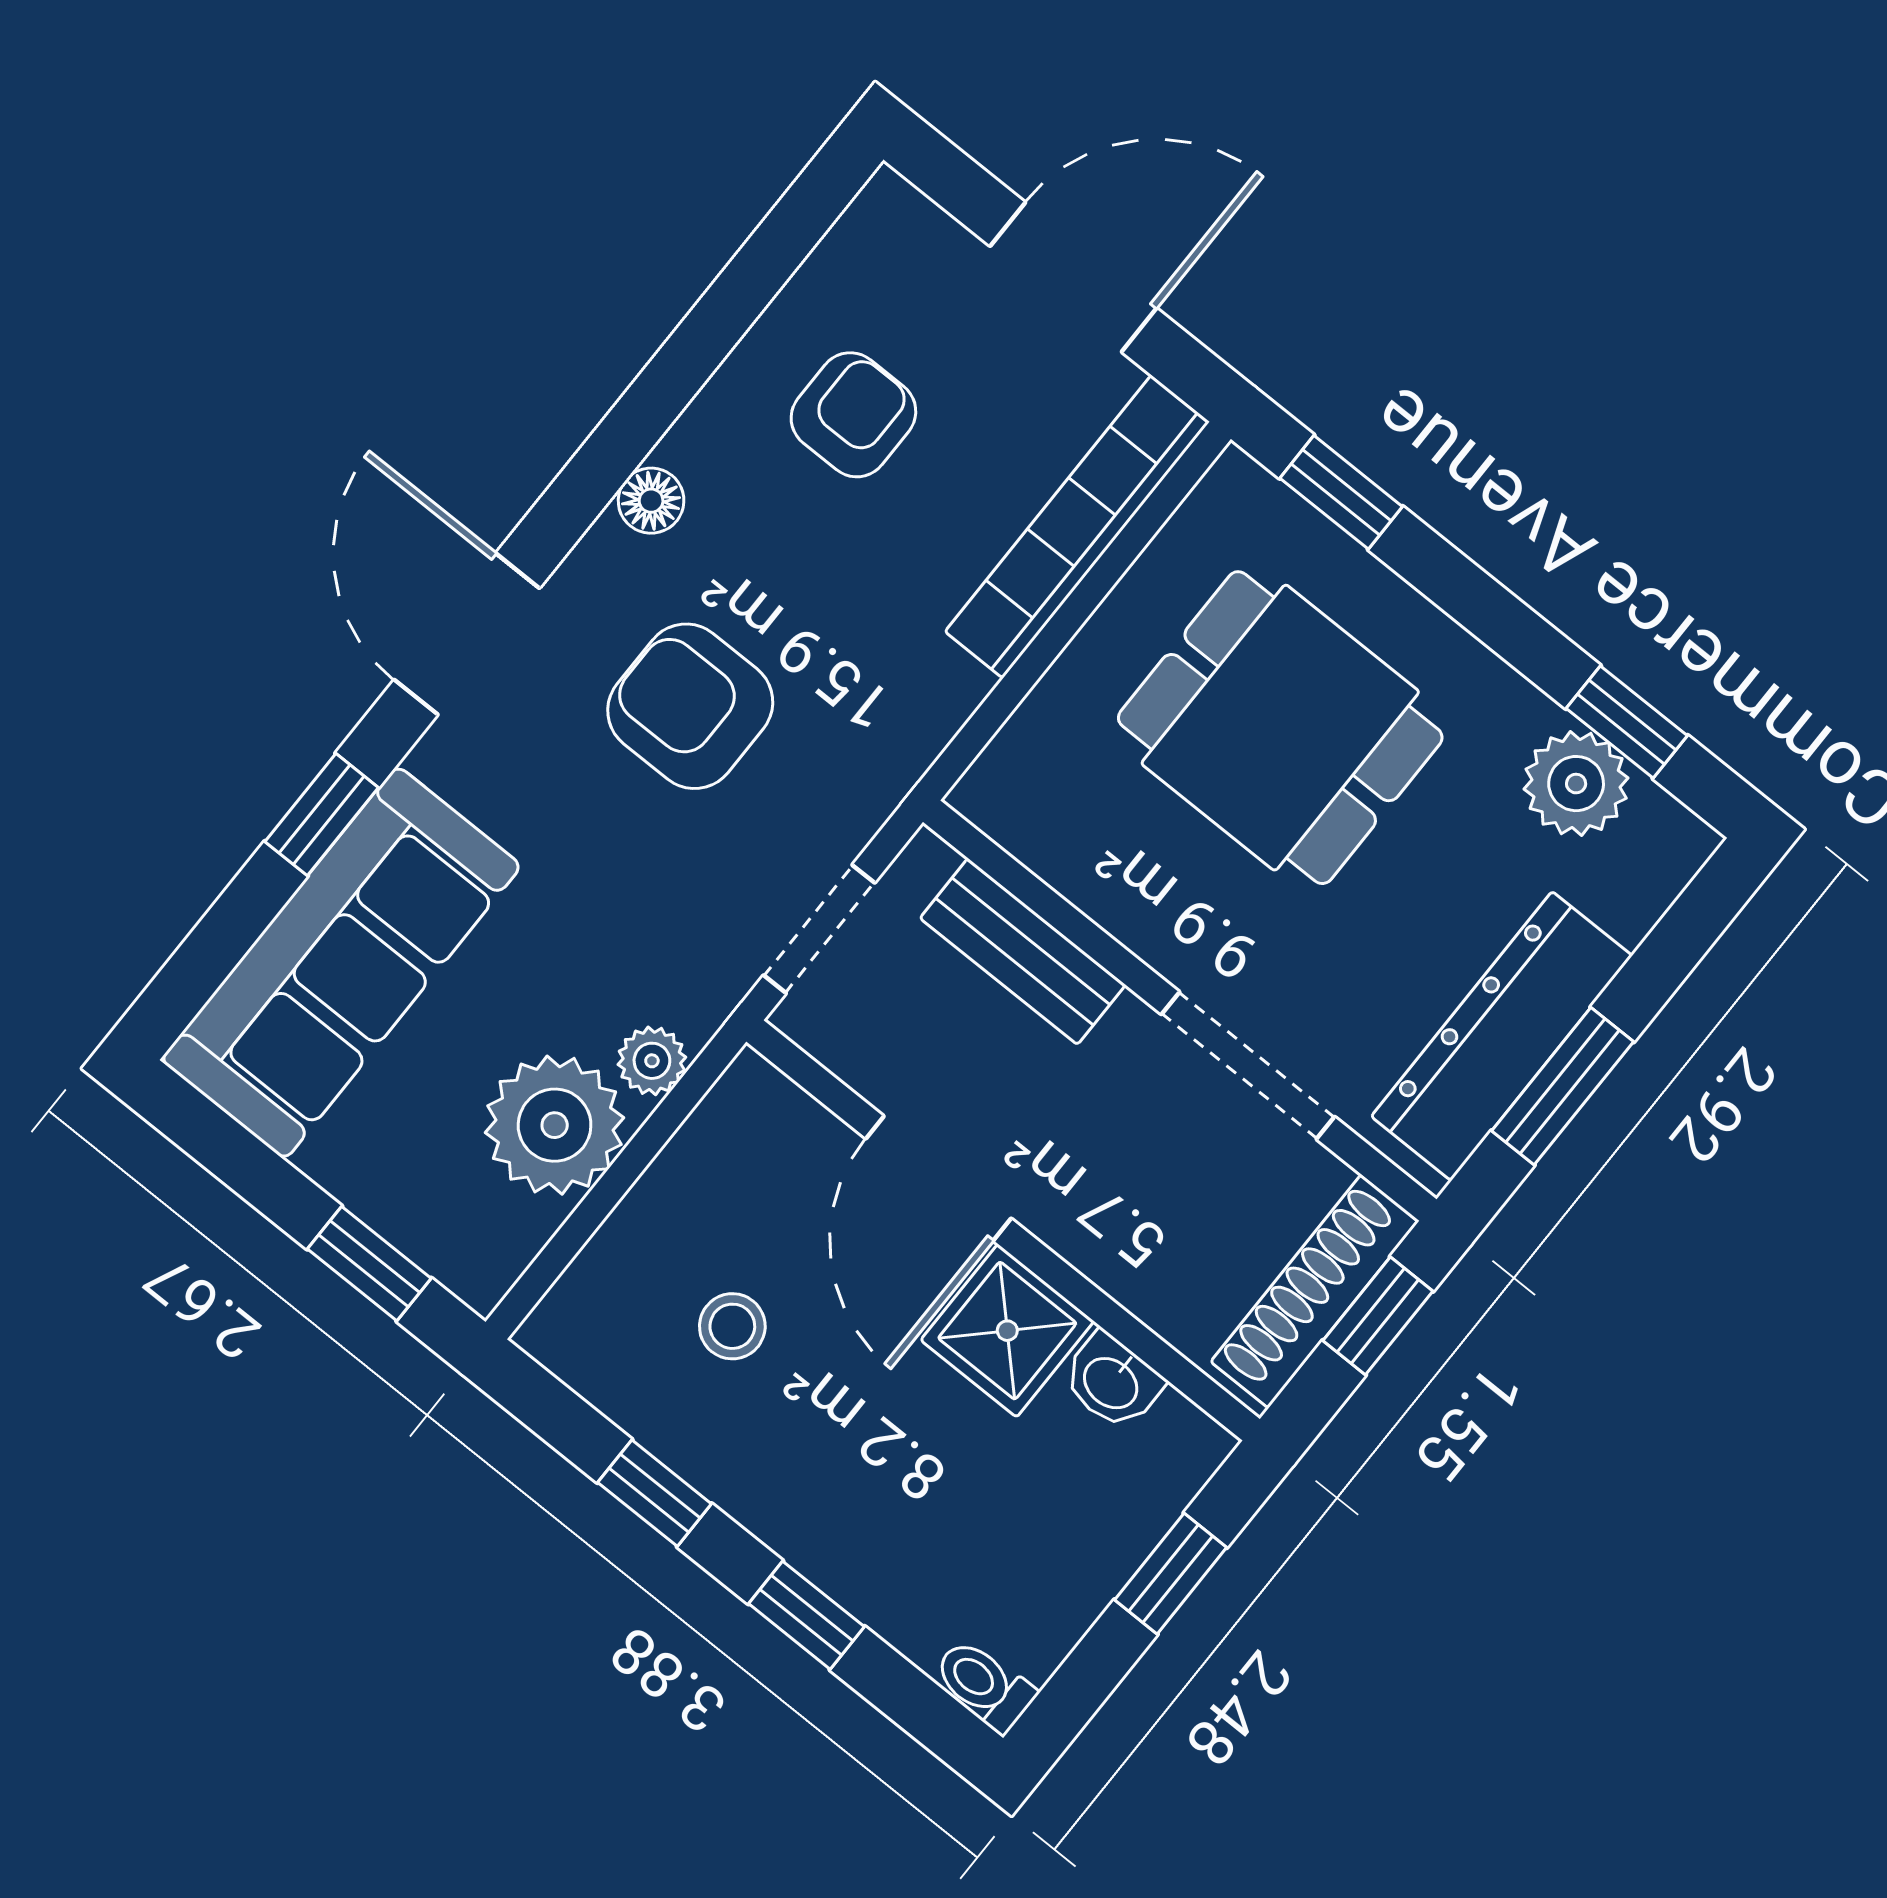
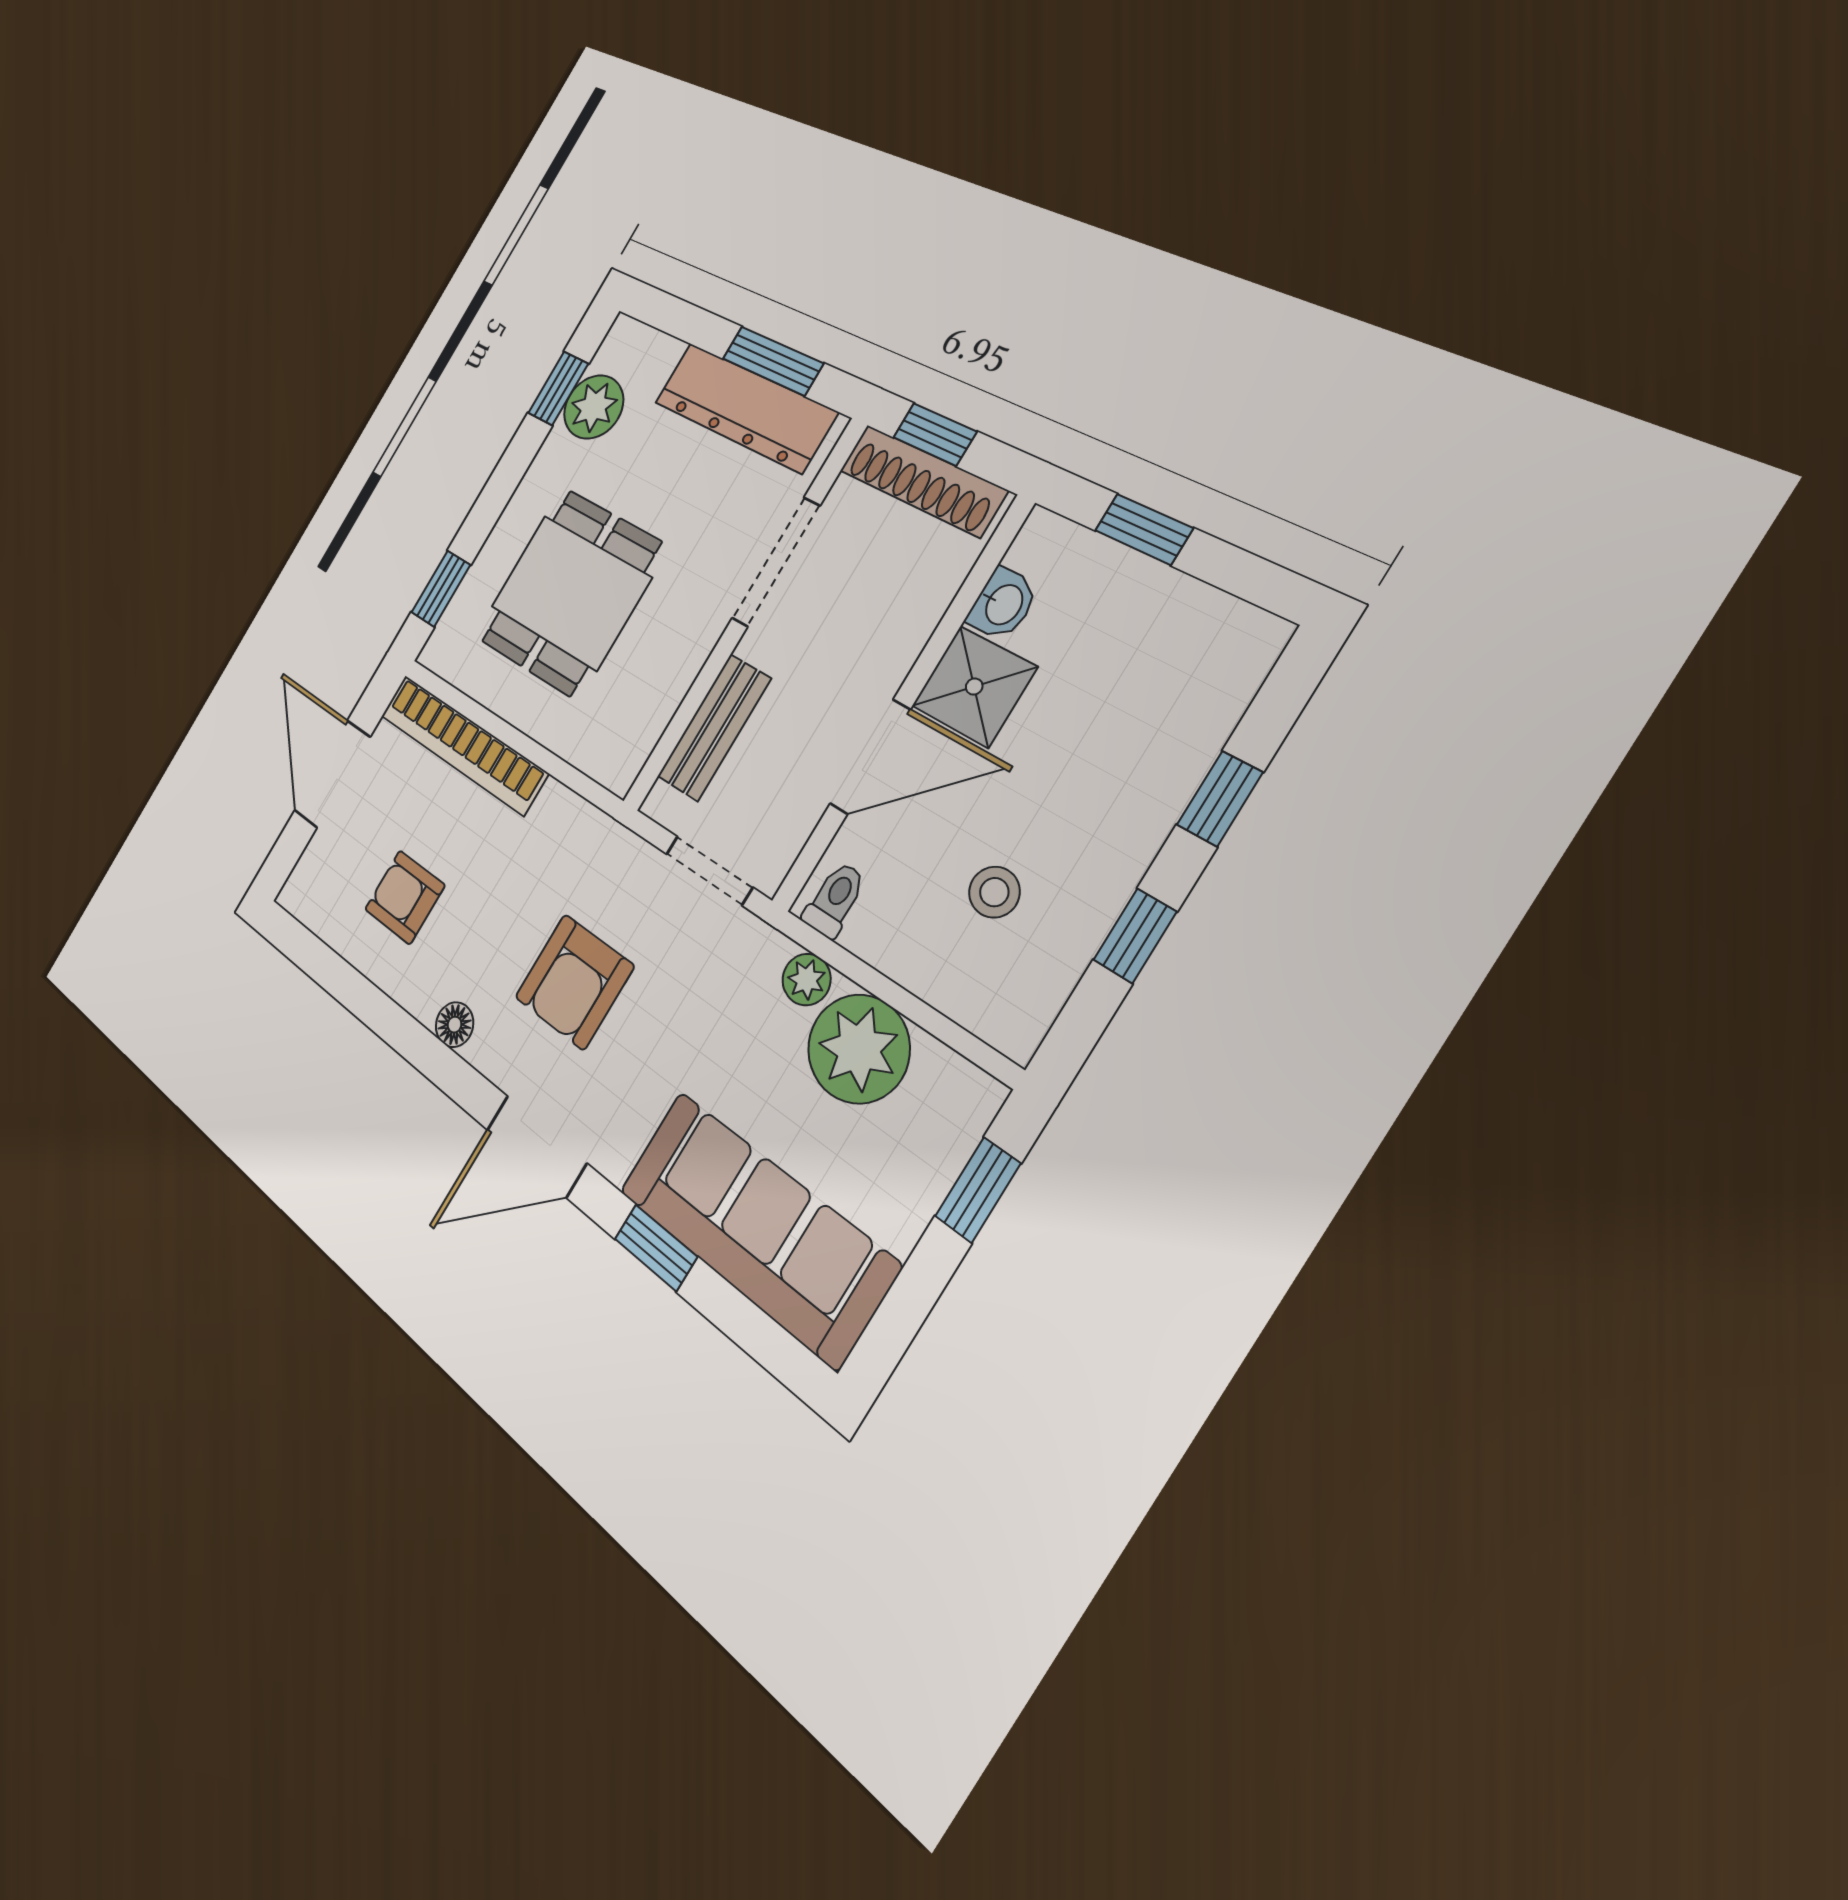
toilet: (984, 1685) -> (835, 899), moved, turned 180

